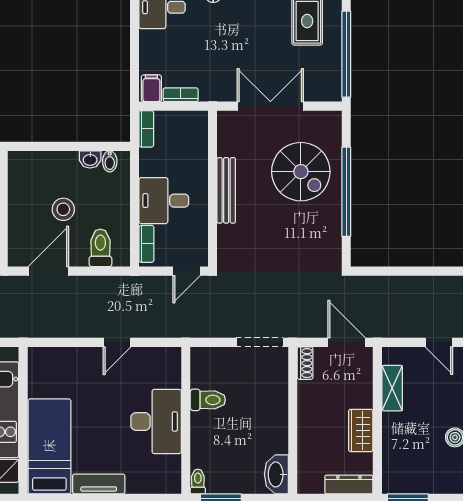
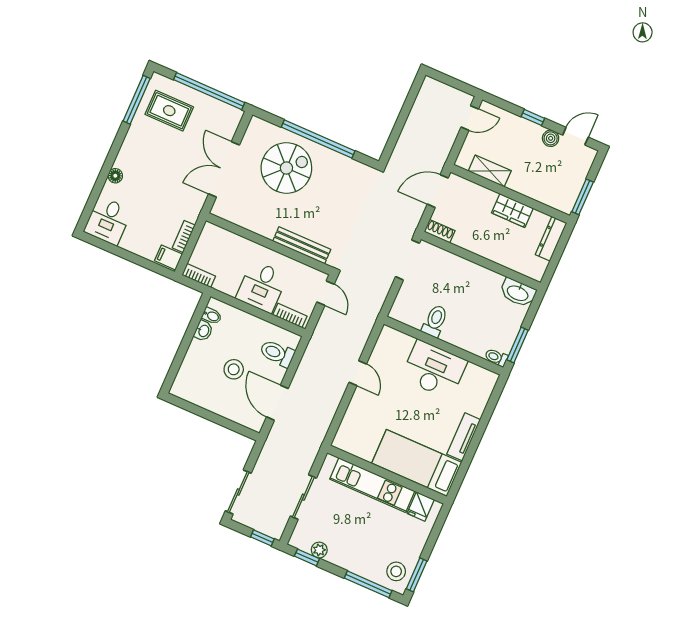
bench: (226, 190) -> (302, 245), moved

